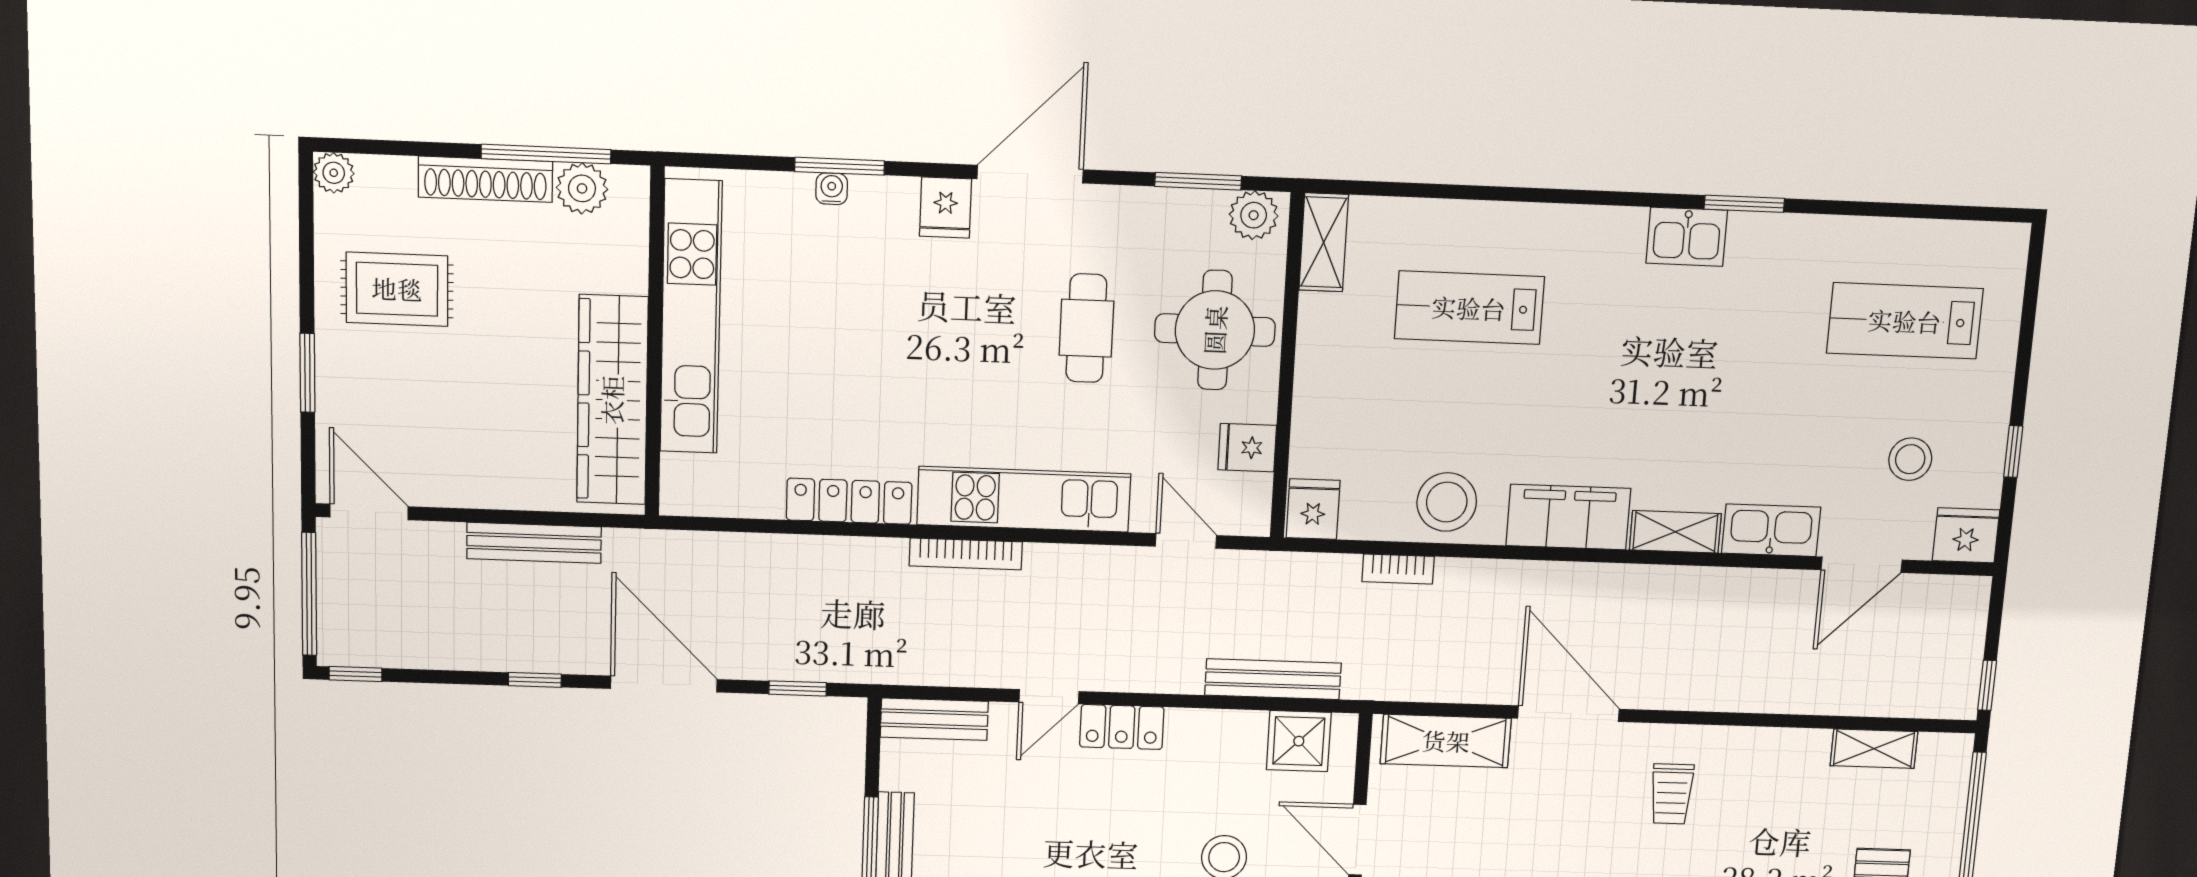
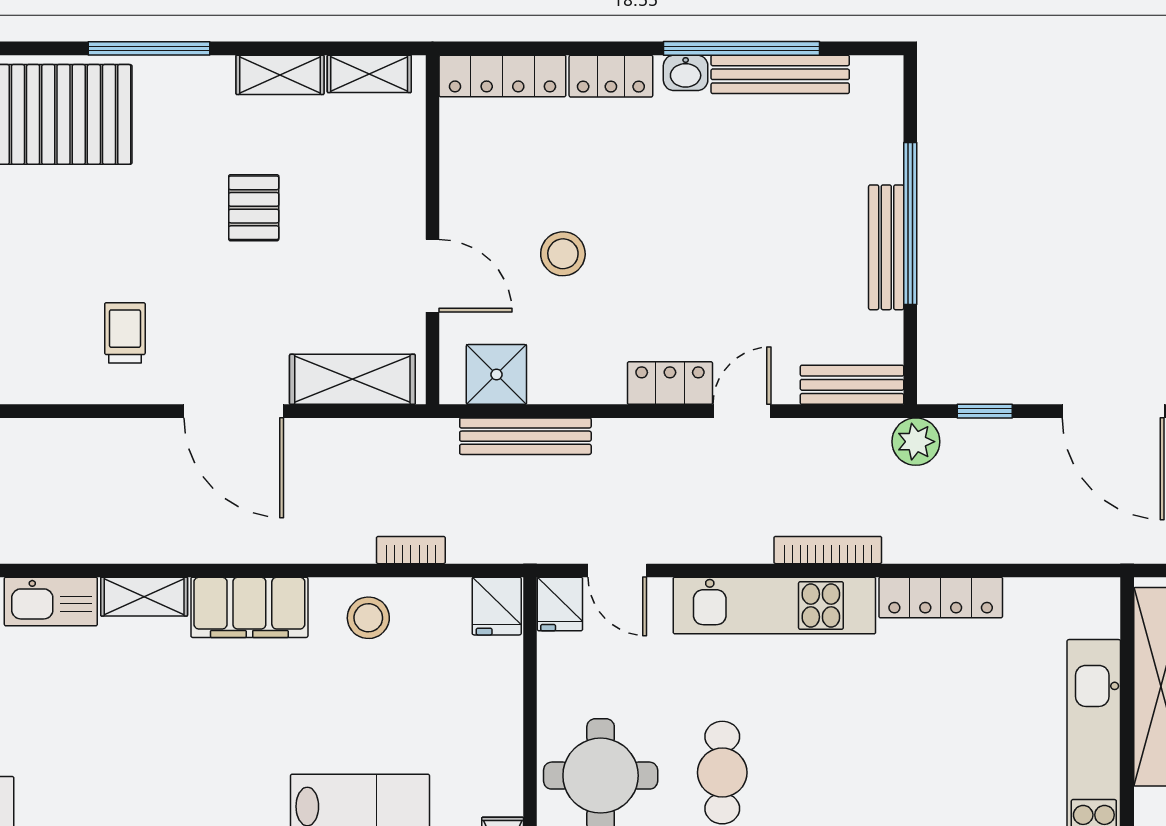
fridge: (1247, 448) -> (560, 604), moved, turned 90
stool: (1447, 502) -> (368, 618), width x0.73, depth x0.73
plant: (870, 660) -> (916, 442), added

